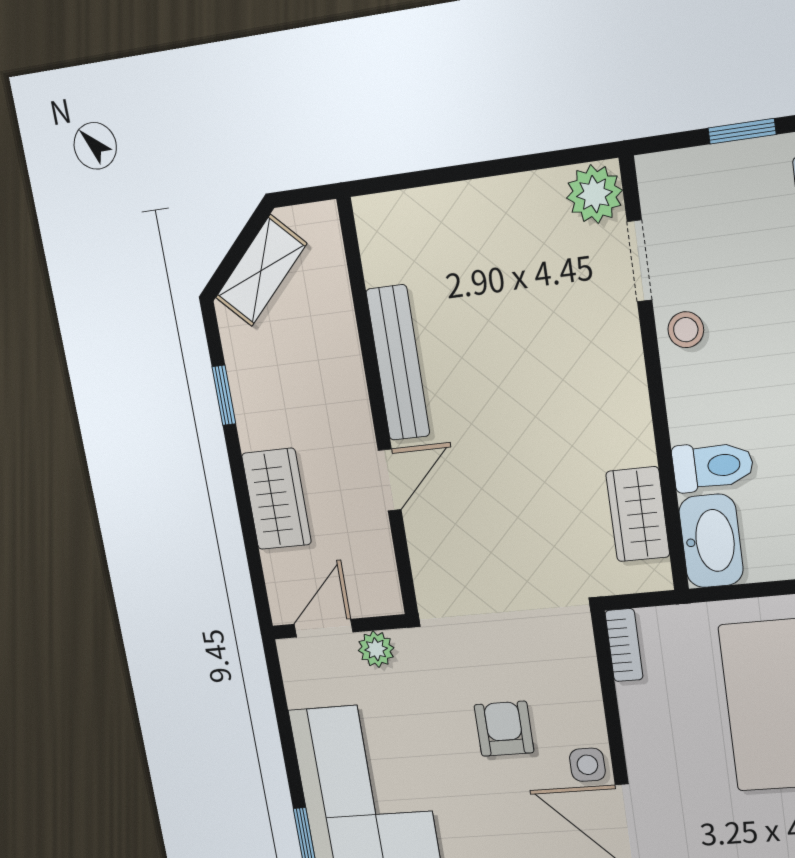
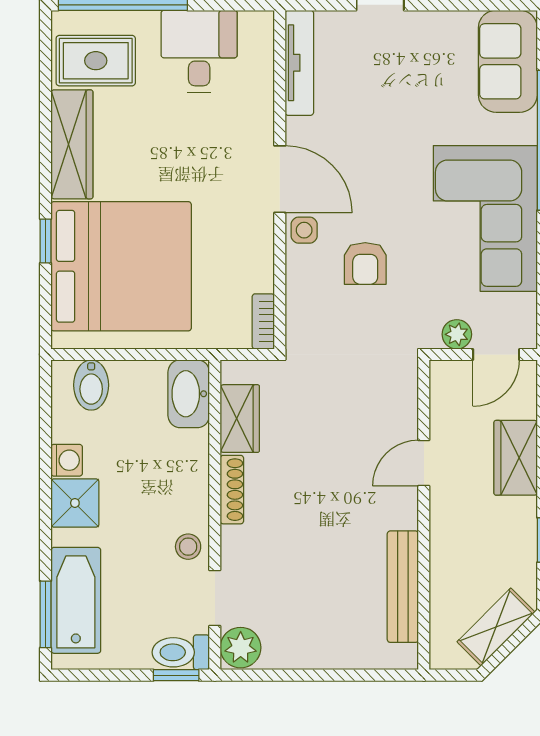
window: (742, 131) -> (176, 675), moved
bench: (398, 363) -> (403, 587), moved
shoe rack: (636, 417) -> (232, 490), added
toilet: (713, 466) -> (181, 652), moved

